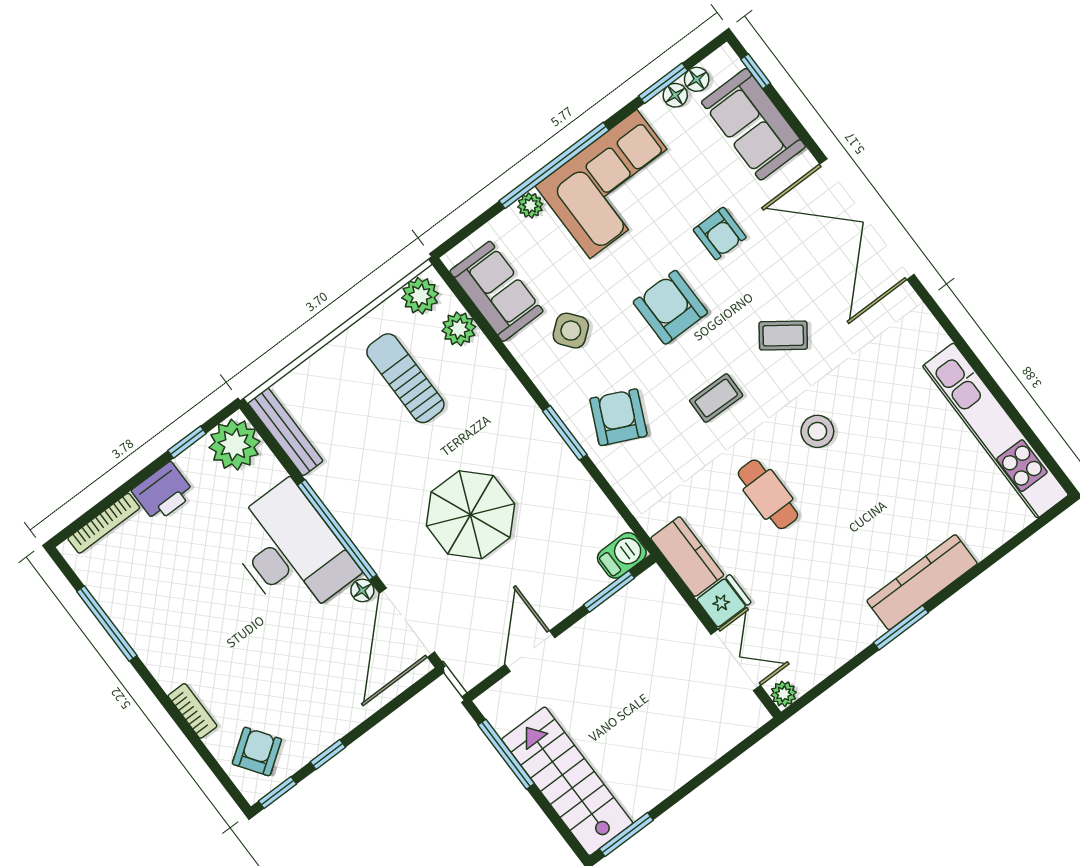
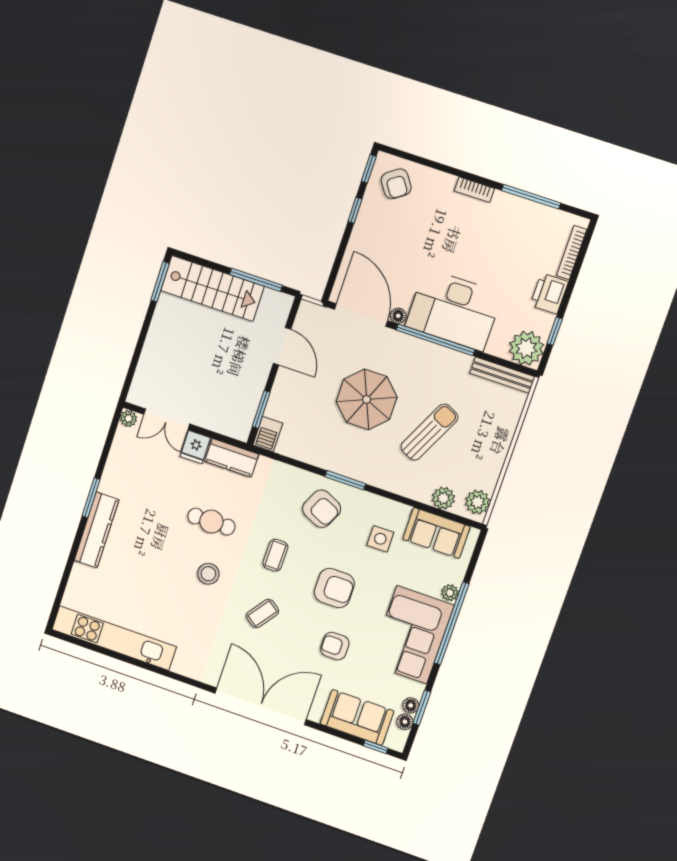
side table: (571, 331) -> (380, 539), turned 38
sun lounger: (405, 378) -> (429, 432), moved, turned -64
bookcase: (192, 711) -> (474, 190), moved

